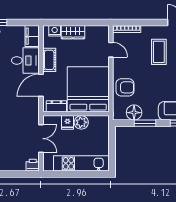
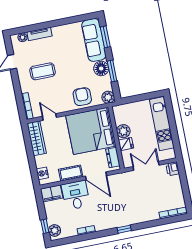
wardrobe: (73, 32) -> (37, 138), moved, width x1.50
door: (111, 50) -> (49, 117), hinge flipped
floor lamp: (134, 113) -> (101, 68), moved
plant: (119, 114) -> (108, 97), added

